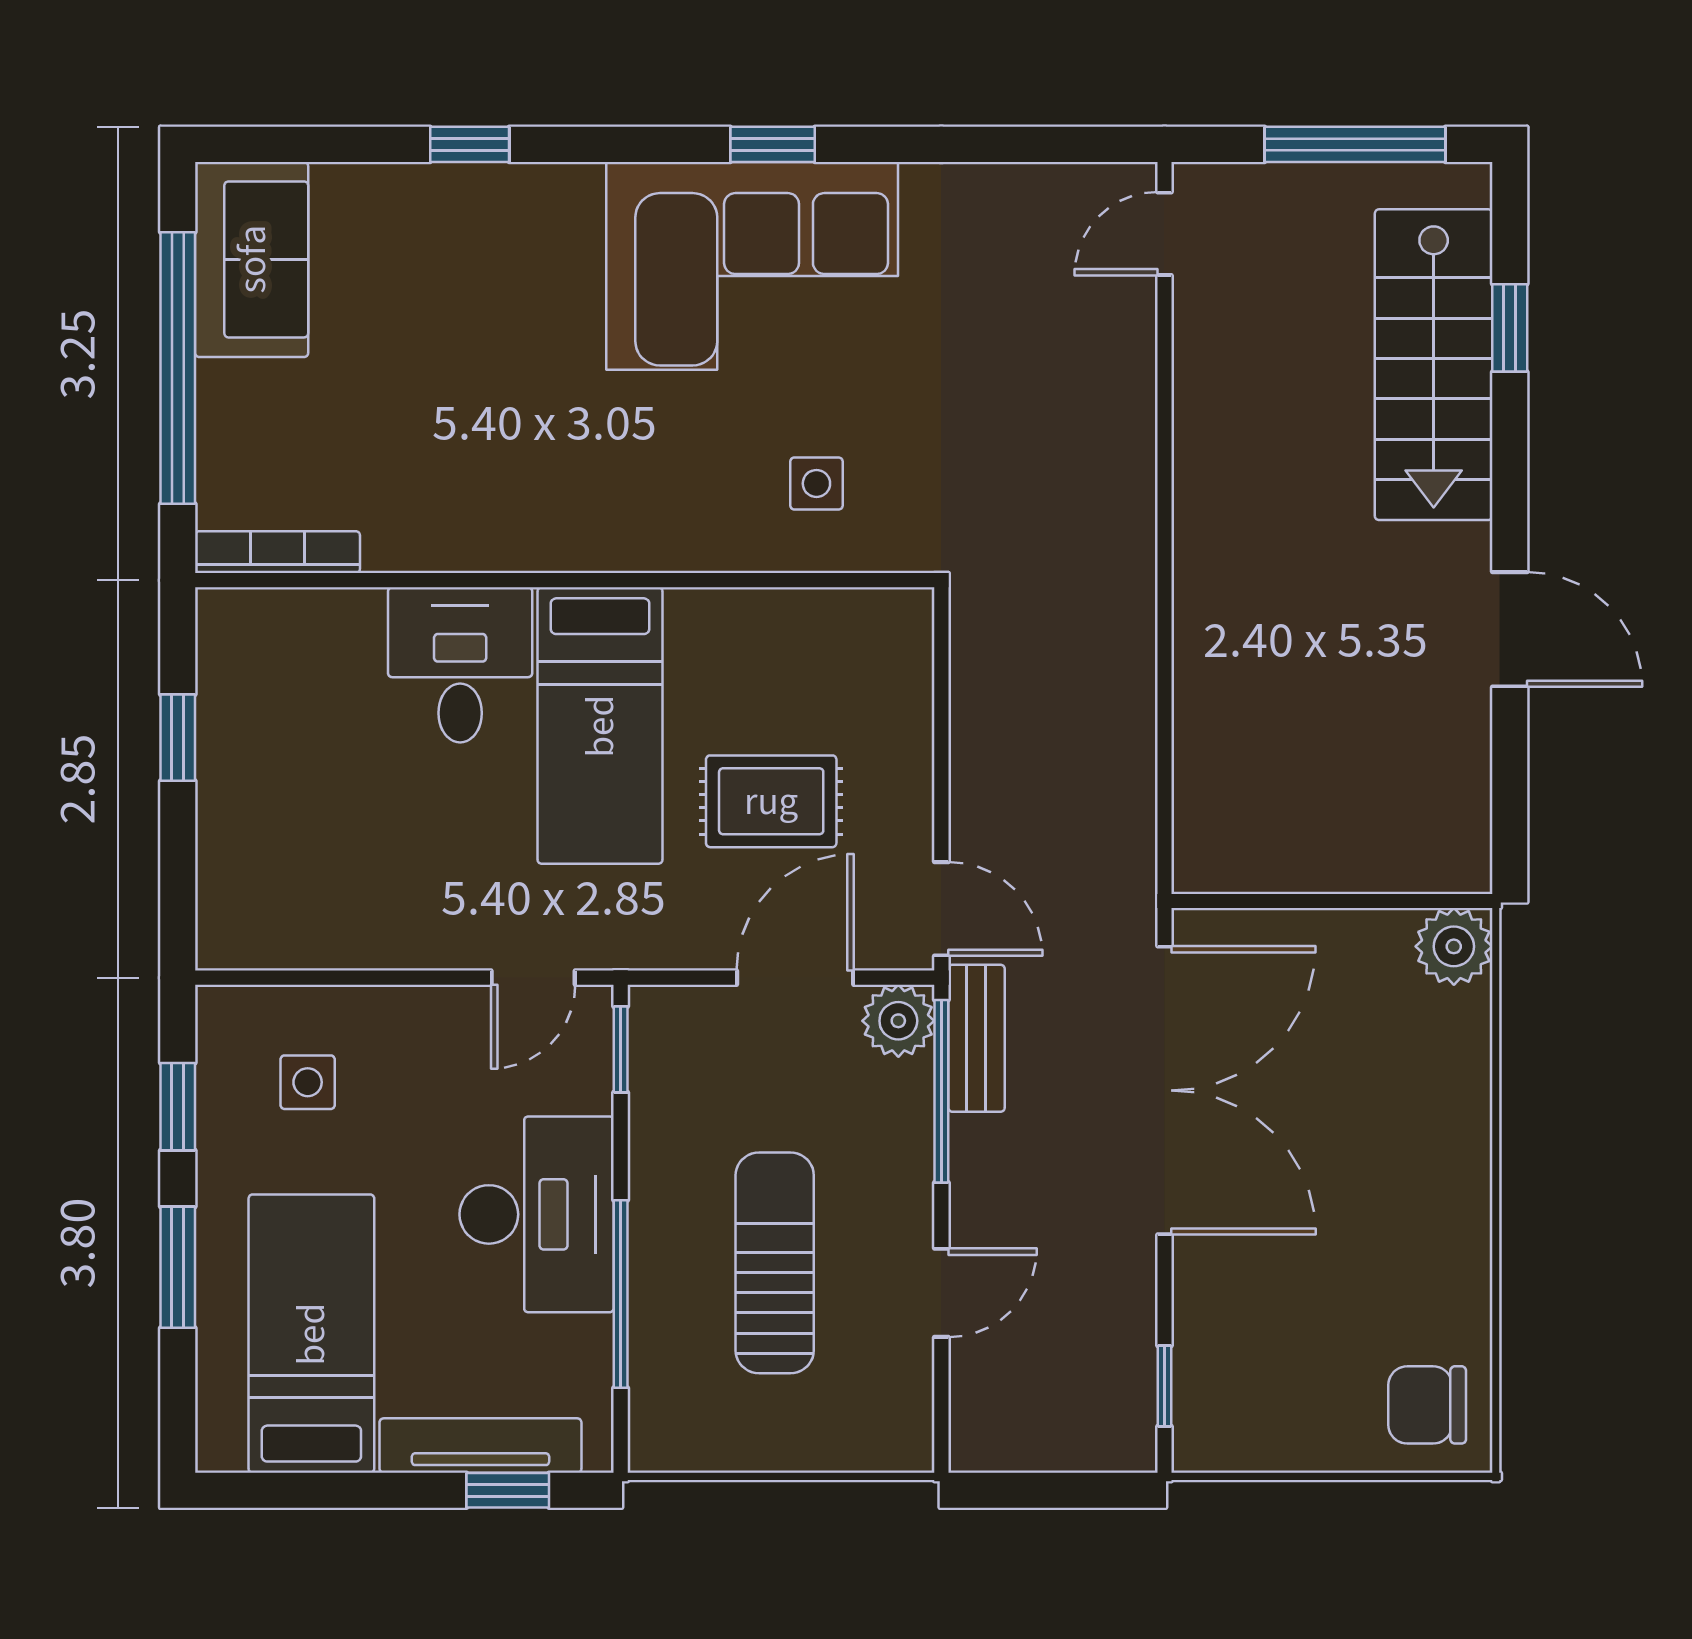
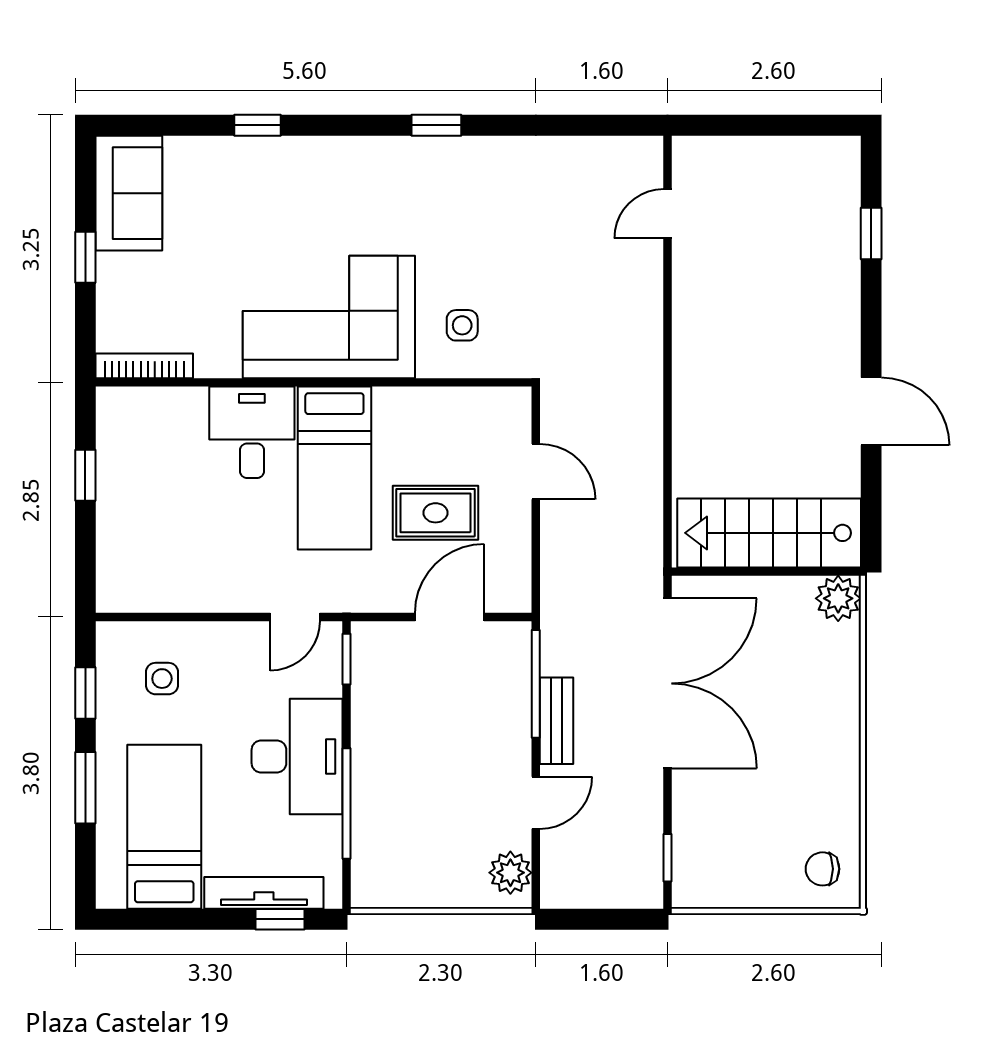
window: (1355, 144) -> (780, 125), removed
door: (1164, 234) -> (668, 214), moved
corner sofa: (752, 266) -> (329, 317), moved, turned 180
stairs: (1434, 365) -> (769, 533), moved, turned 90
window: (178, 368) -> (85, 257), width x0.32
door: (941, 909) -> (536, 472), moved
plant: (898, 1021) -> (510, 873), moved
bench: (976, 1038) -> (557, 721), moved
sun lounger: (775, 1263) -> (438, 785), removed
chair: (1427, 1405) -> (822, 869), width x0.73, depth x0.73

